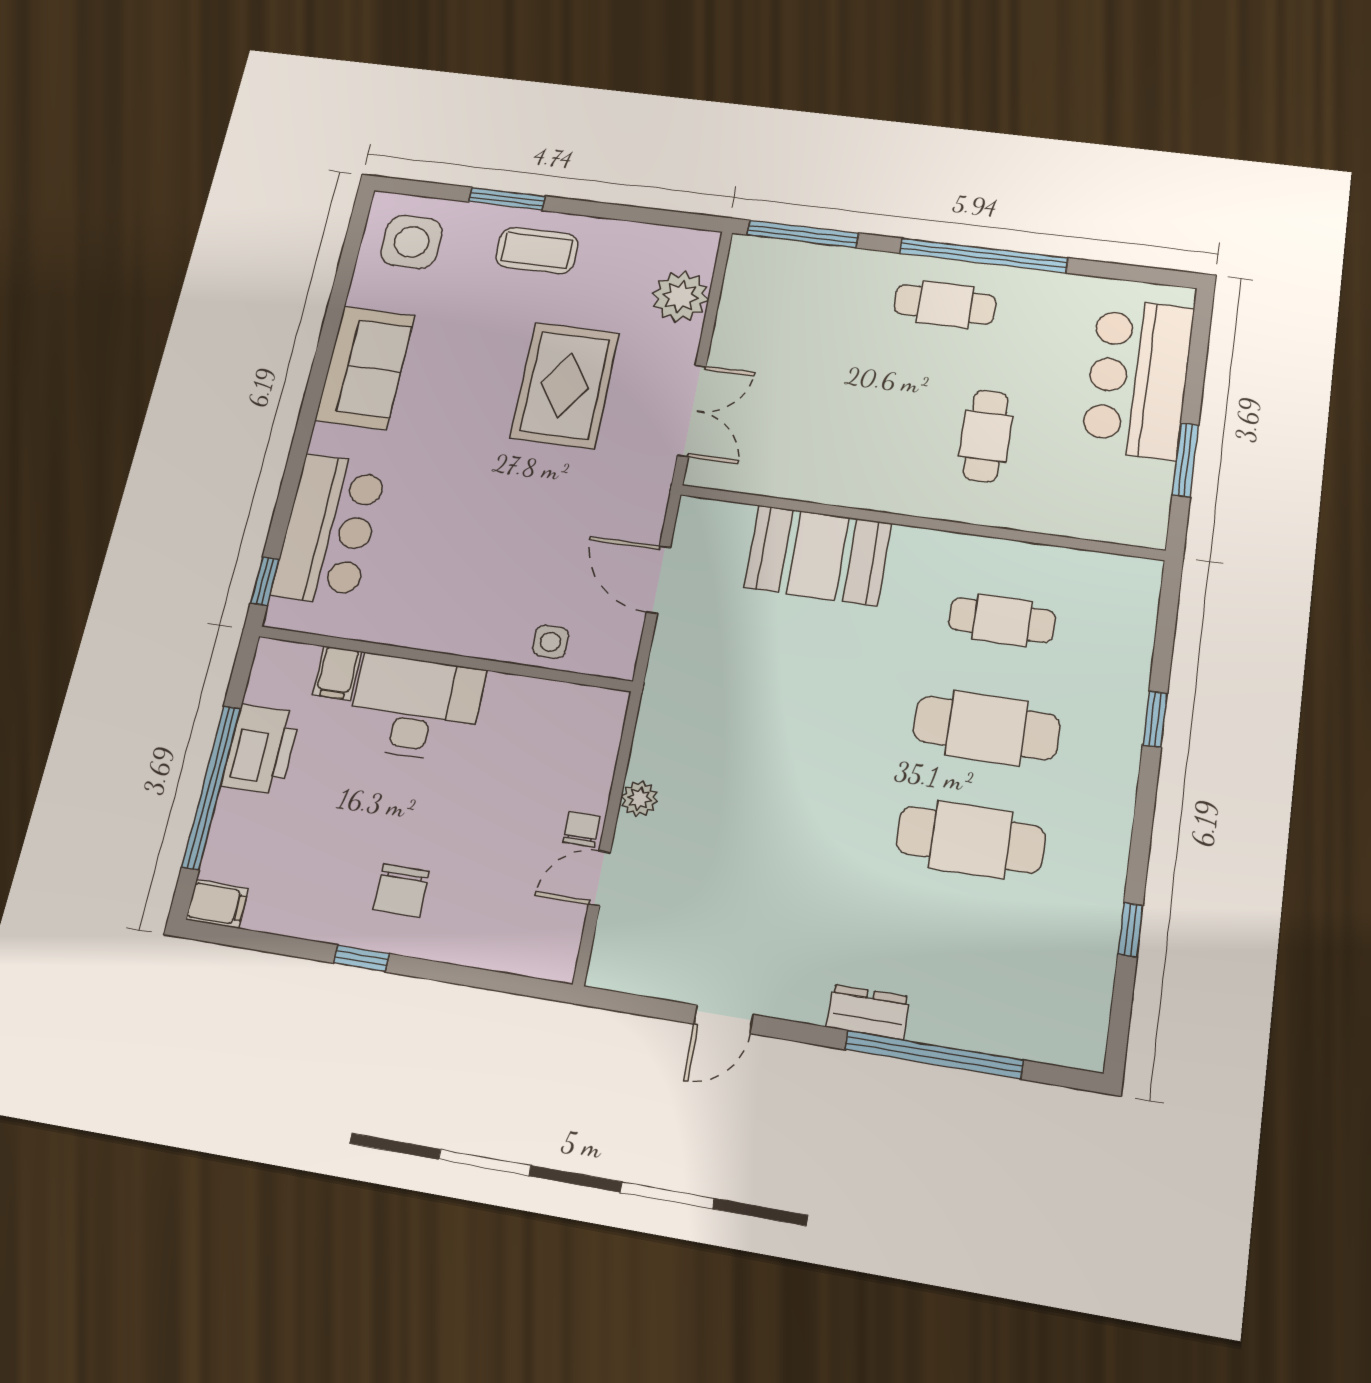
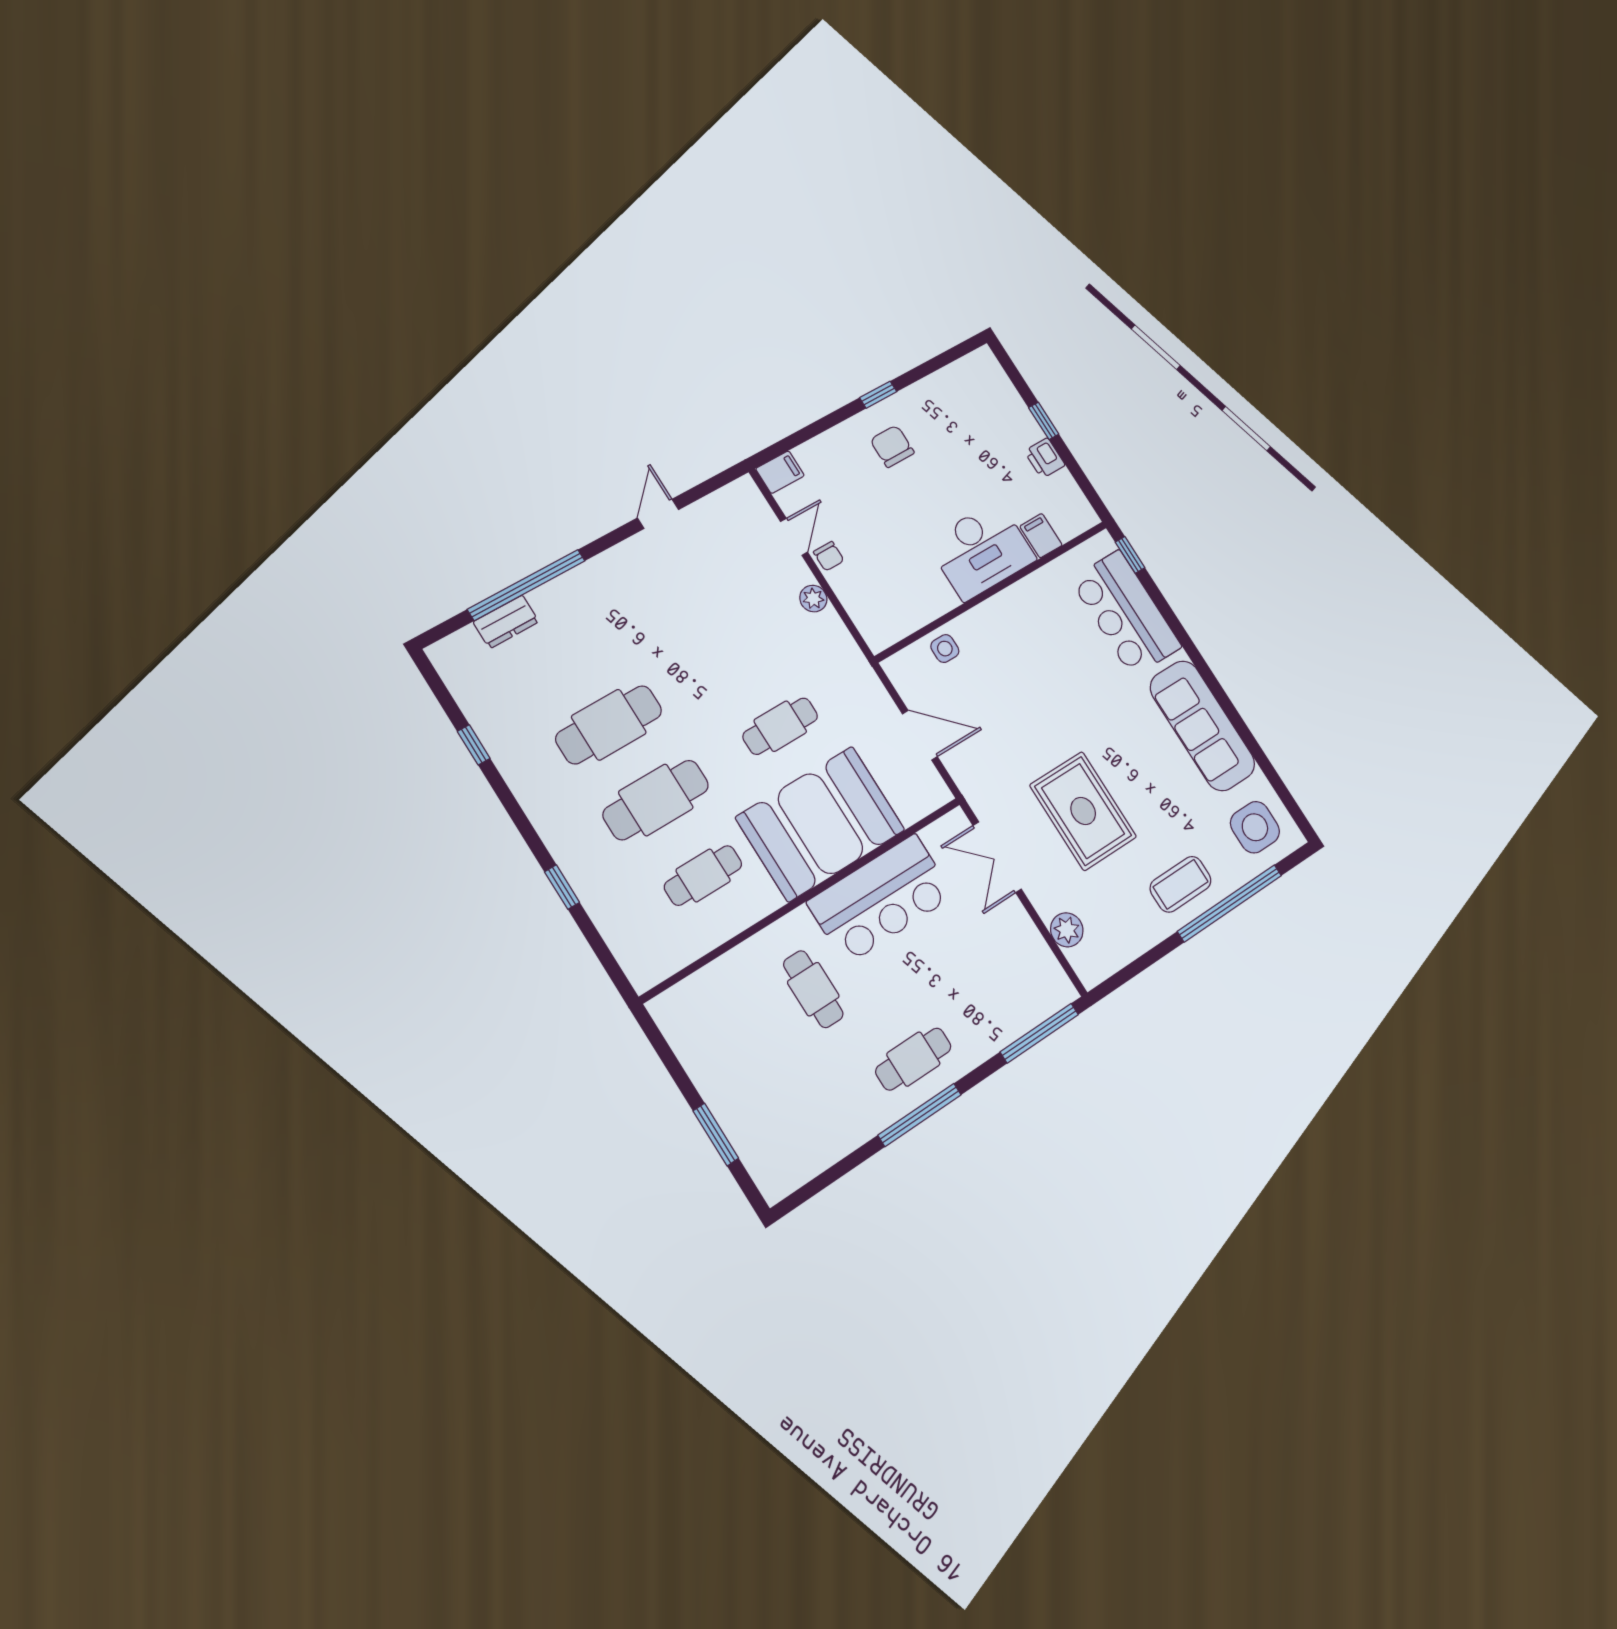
window: (507, 199) -> (1230, 903), width x2.11
window: (983, 255) -> (920, 1115), width x0.68
plant: (680, 297) -> (1067, 930), width x0.73, depth x0.73
sofa: (365, 368) -> (1202, 726), width x1.36
bar counter: (1138, 378) -> (881, 899), moved, turned 90
window: (1185, 460) -> (716, 1135), moved
booth: (818, 555) -> (821, 824), width x1.36, depth x1.42
cafe table: (793, 700) -> (780, 726), added
printer: (261, 749) -> (1045, 458), width x0.53, depth x0.68
window: (211, 787) -> (1044, 421), width x0.32
filing cabinet: (217, 904) -> (780, 472), moved, turned 180
dresser: (868, 1012) -> (506, 622), moved

